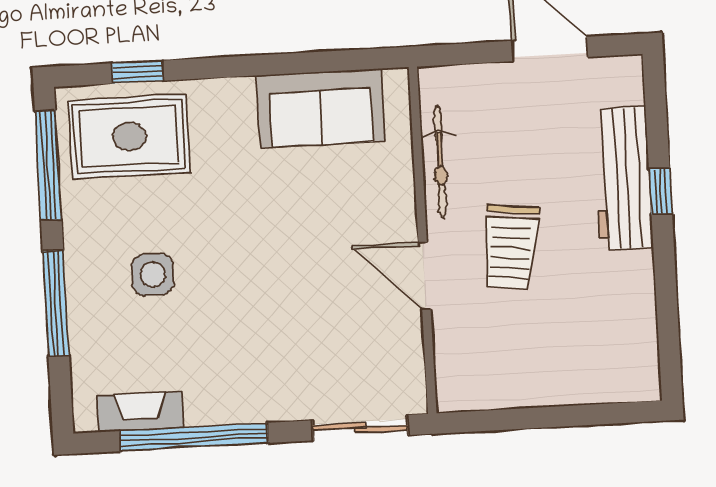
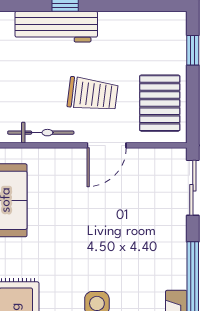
pallet: (502, 363) -> (160, 103), added
window: (596, 415) -> (193, 50), added

